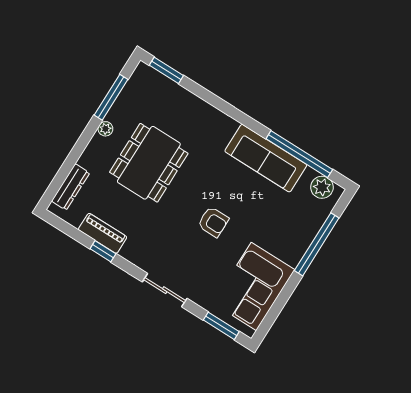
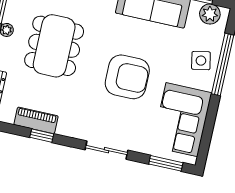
armchair: (213, 222) -> (127, 77), width x1.88, depth x1.88
side table: (296, 232) -> (201, 61), added

